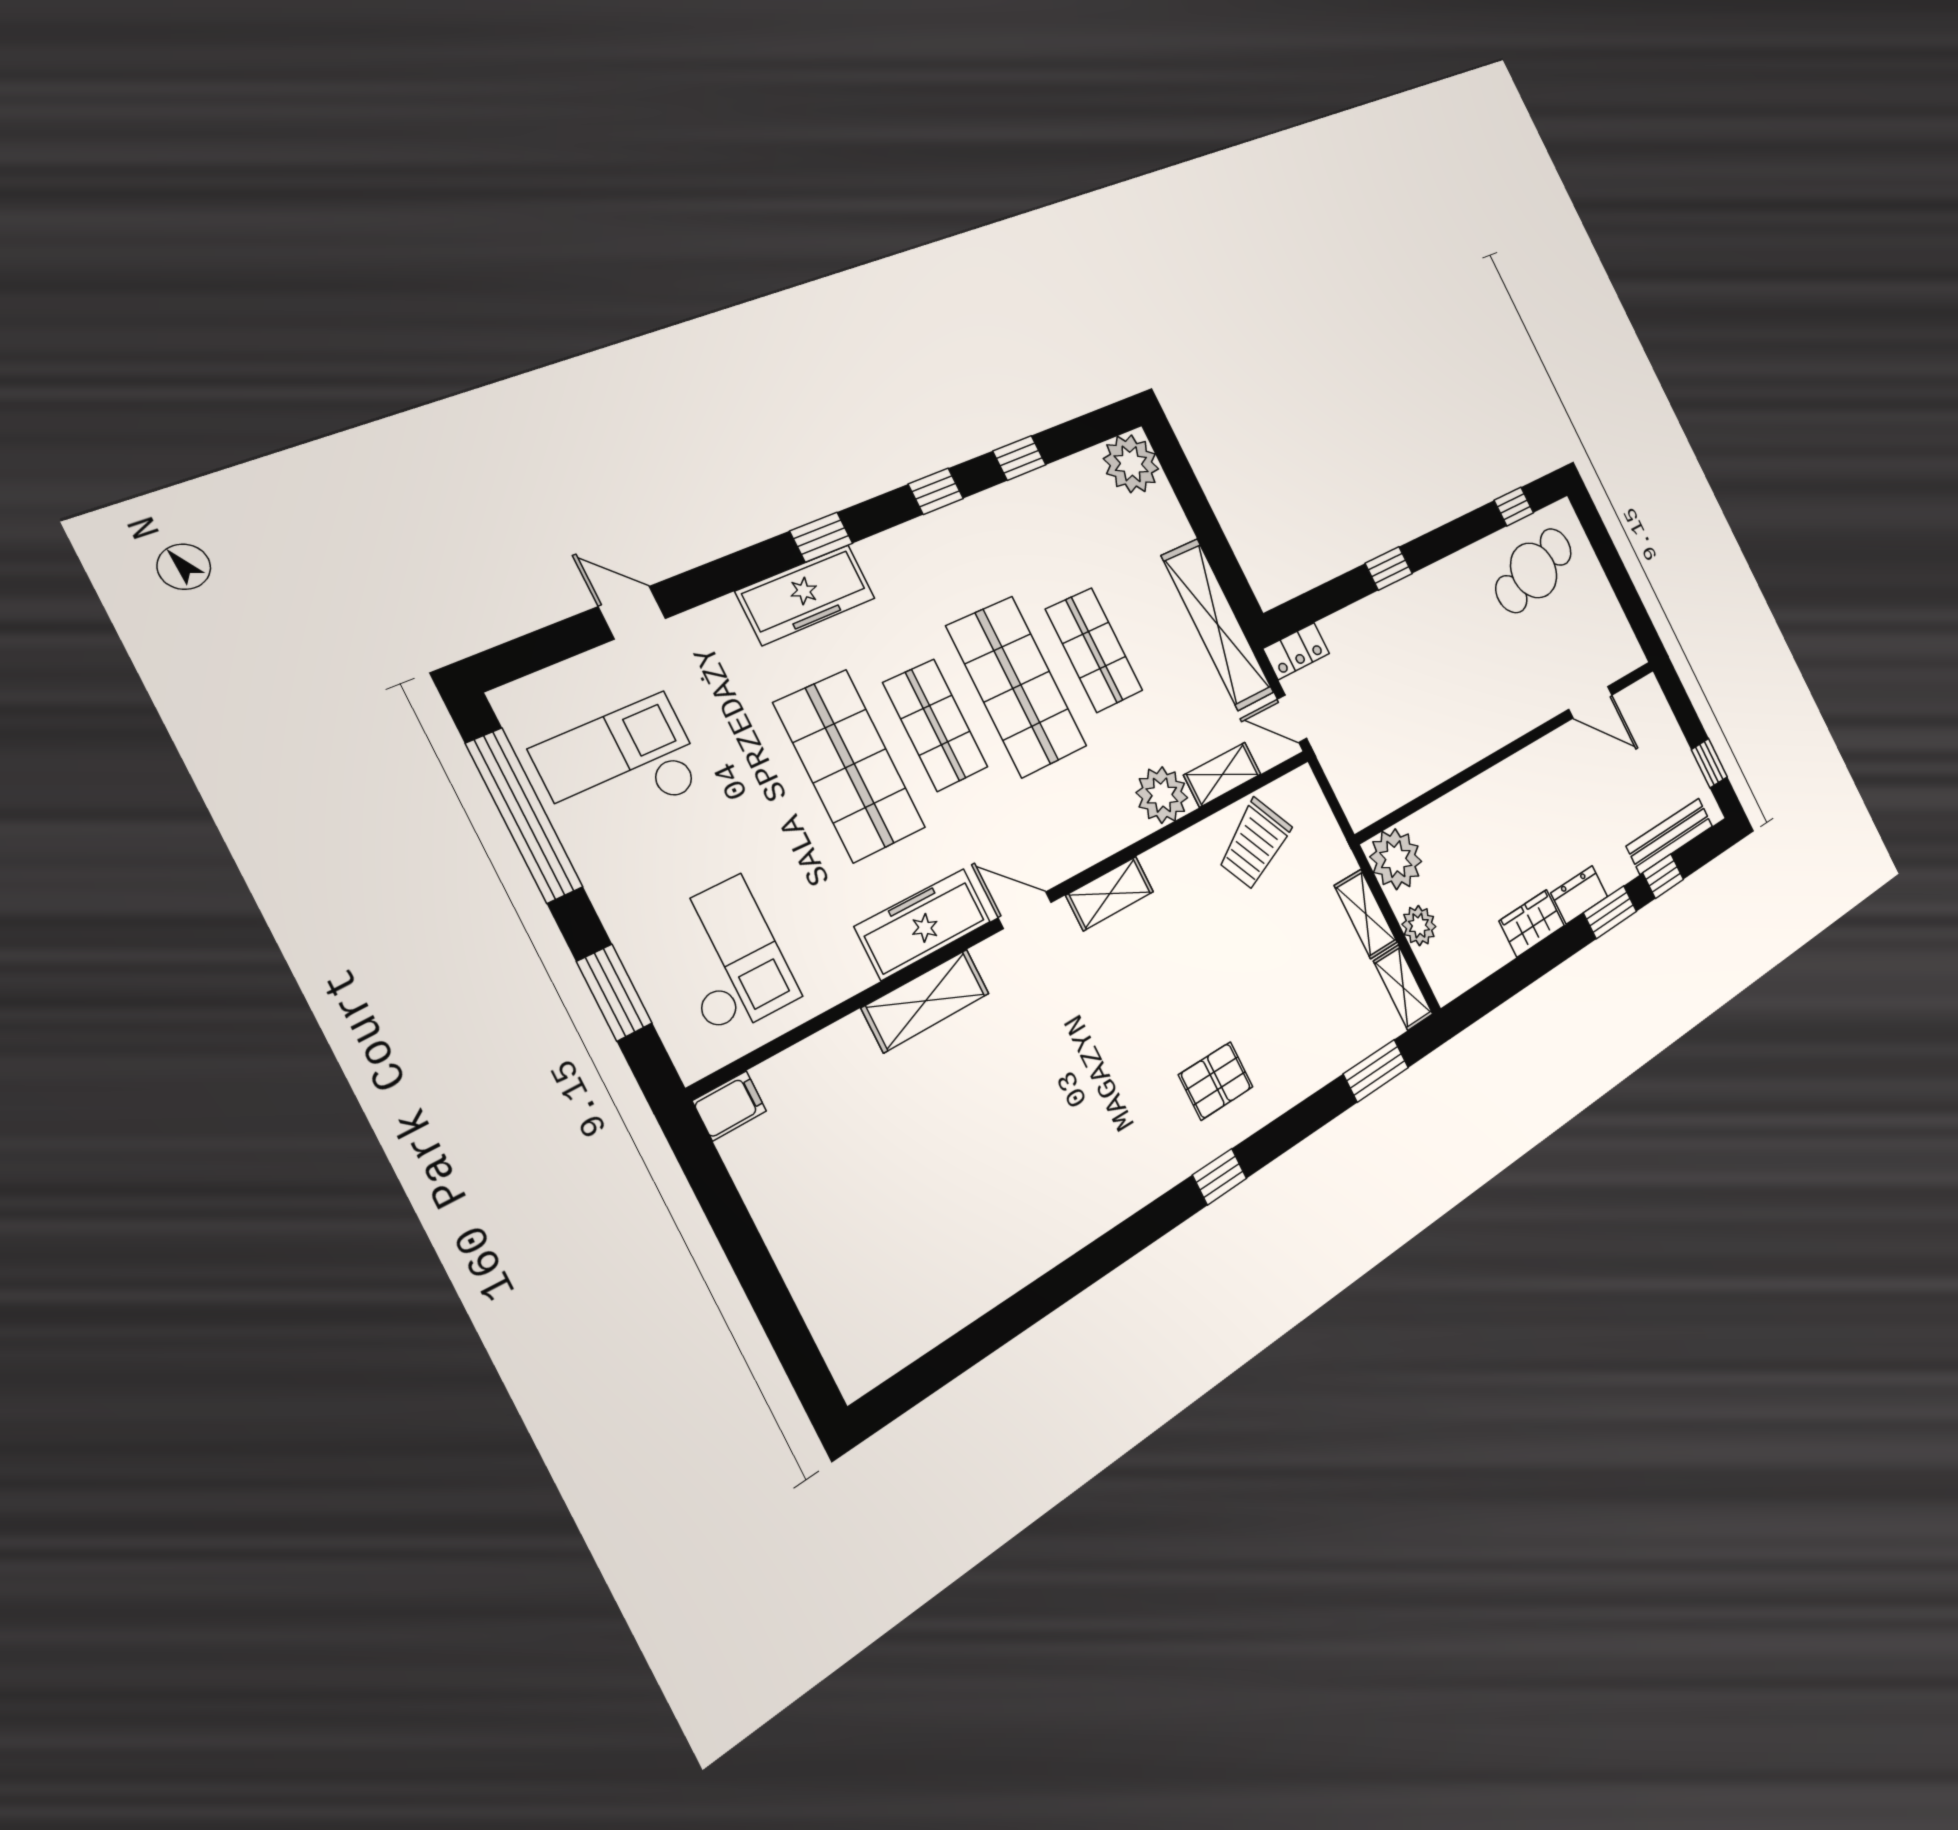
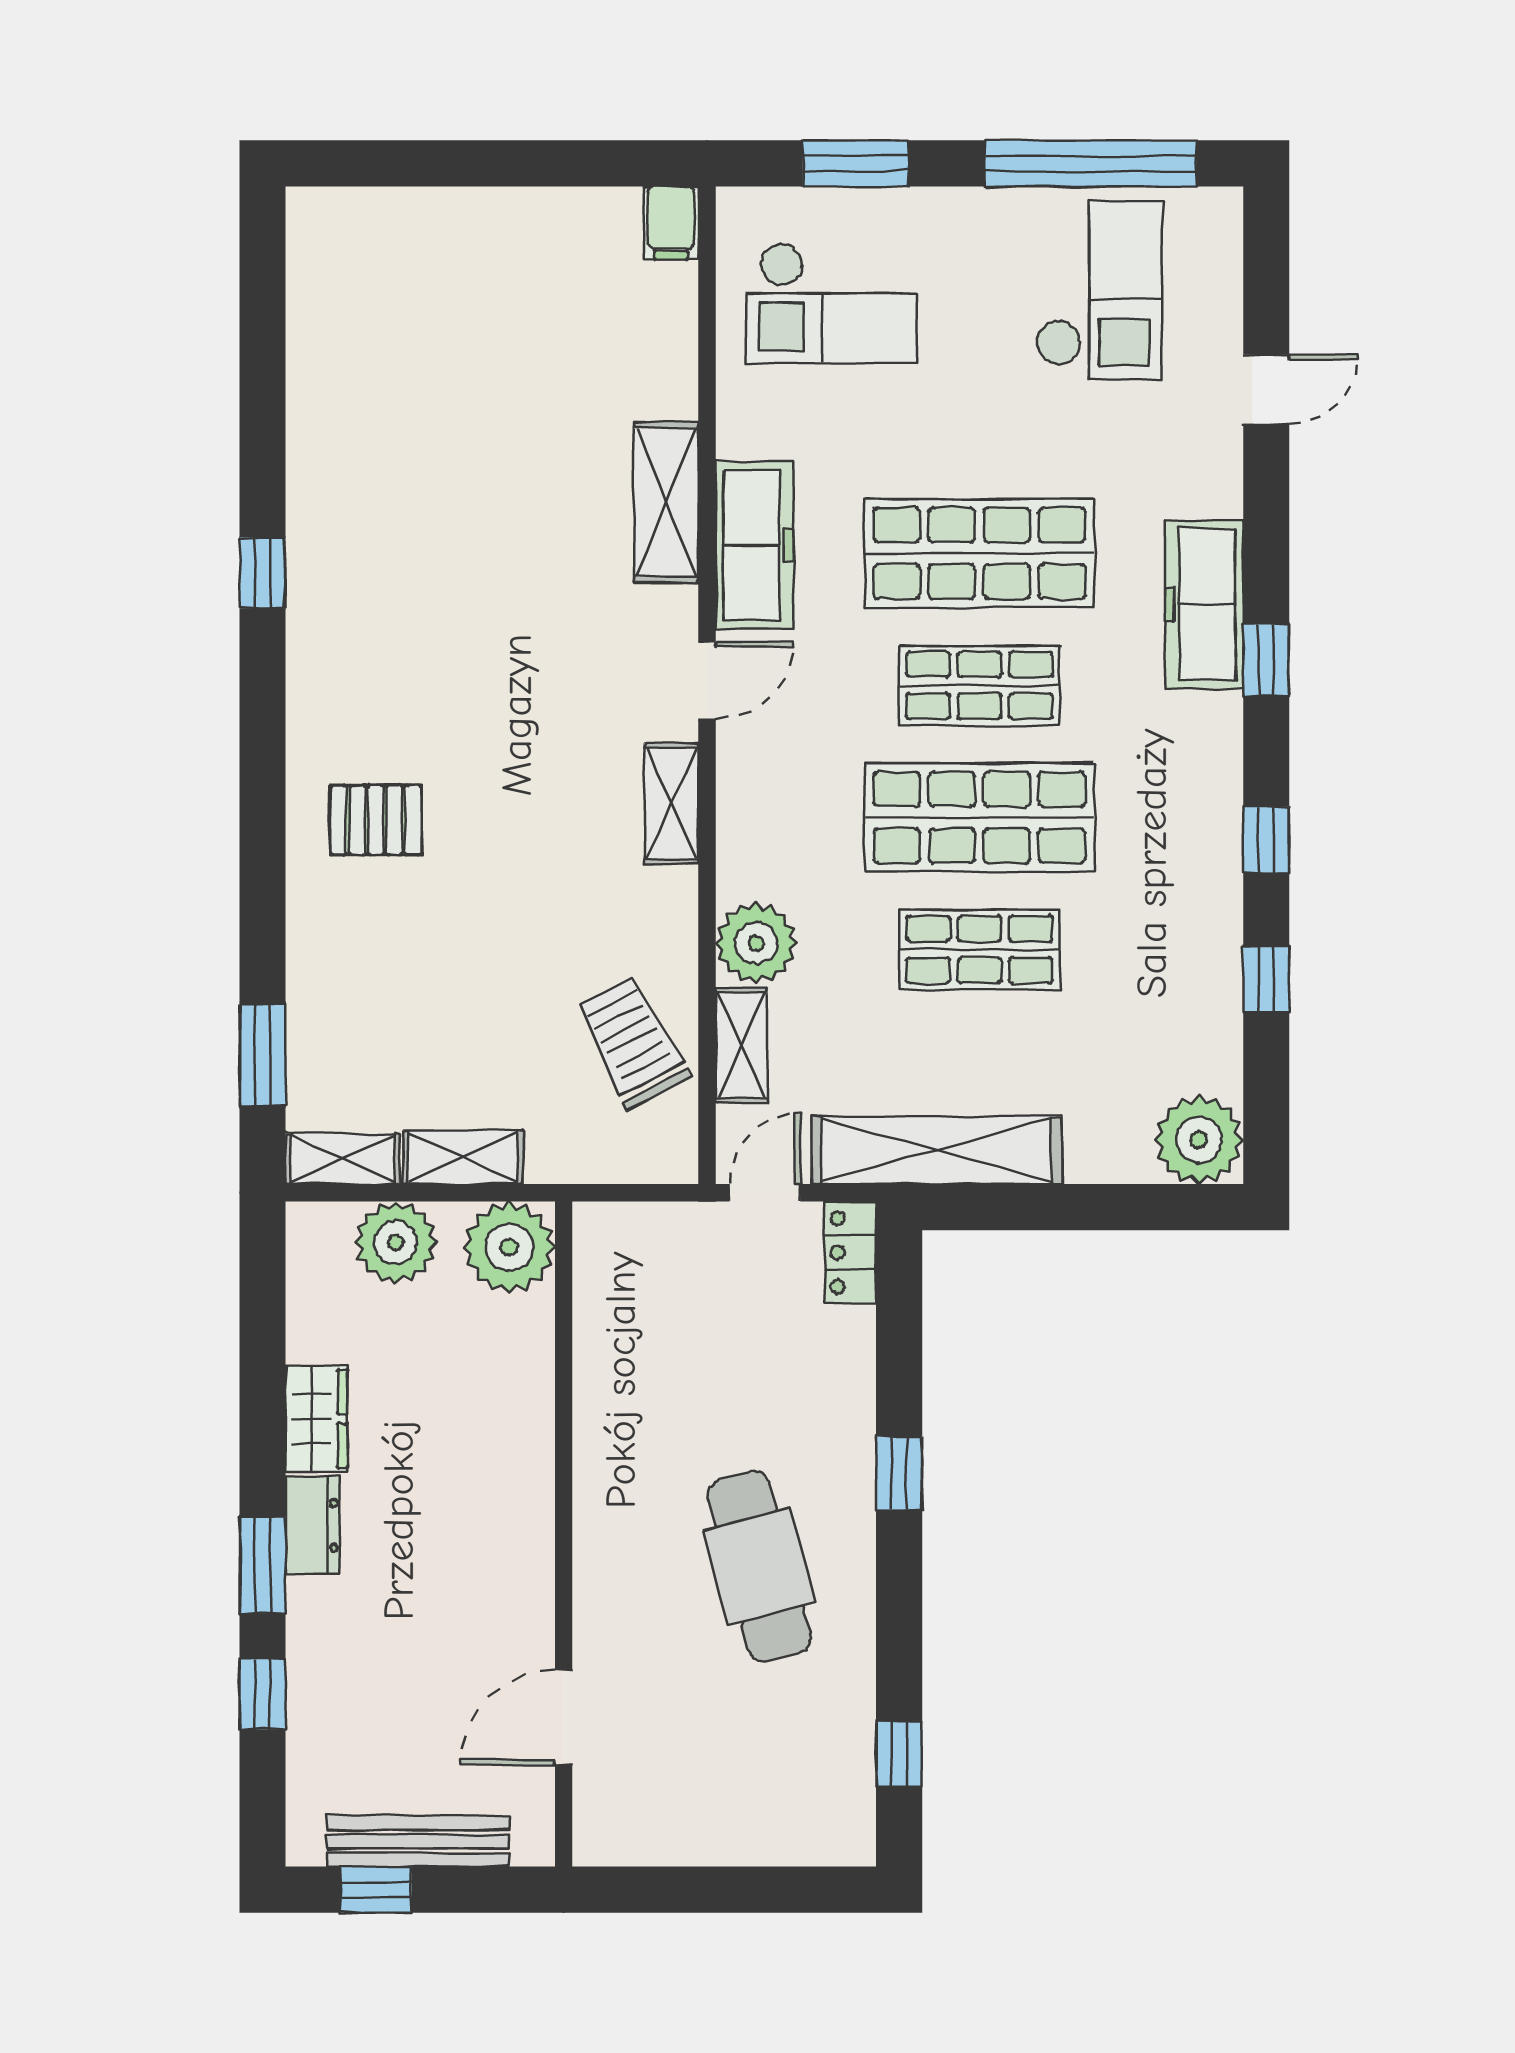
cafe table: (1534, 570) -> (759, 1567), moved
bench: (1670, 836) -> (418, 1841), moved, turned 90
plant: (1419, 926) -> (396, 1243), width x1.36, depth x1.36
pallet: (1216, 1081) -> (376, 820), turned 90
window: (1220, 1177) -> (263, 573), moved

